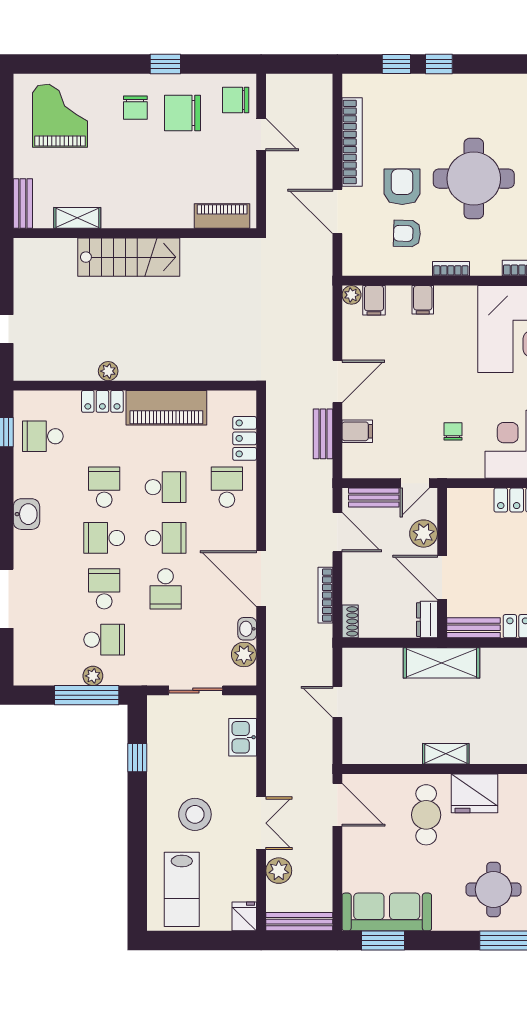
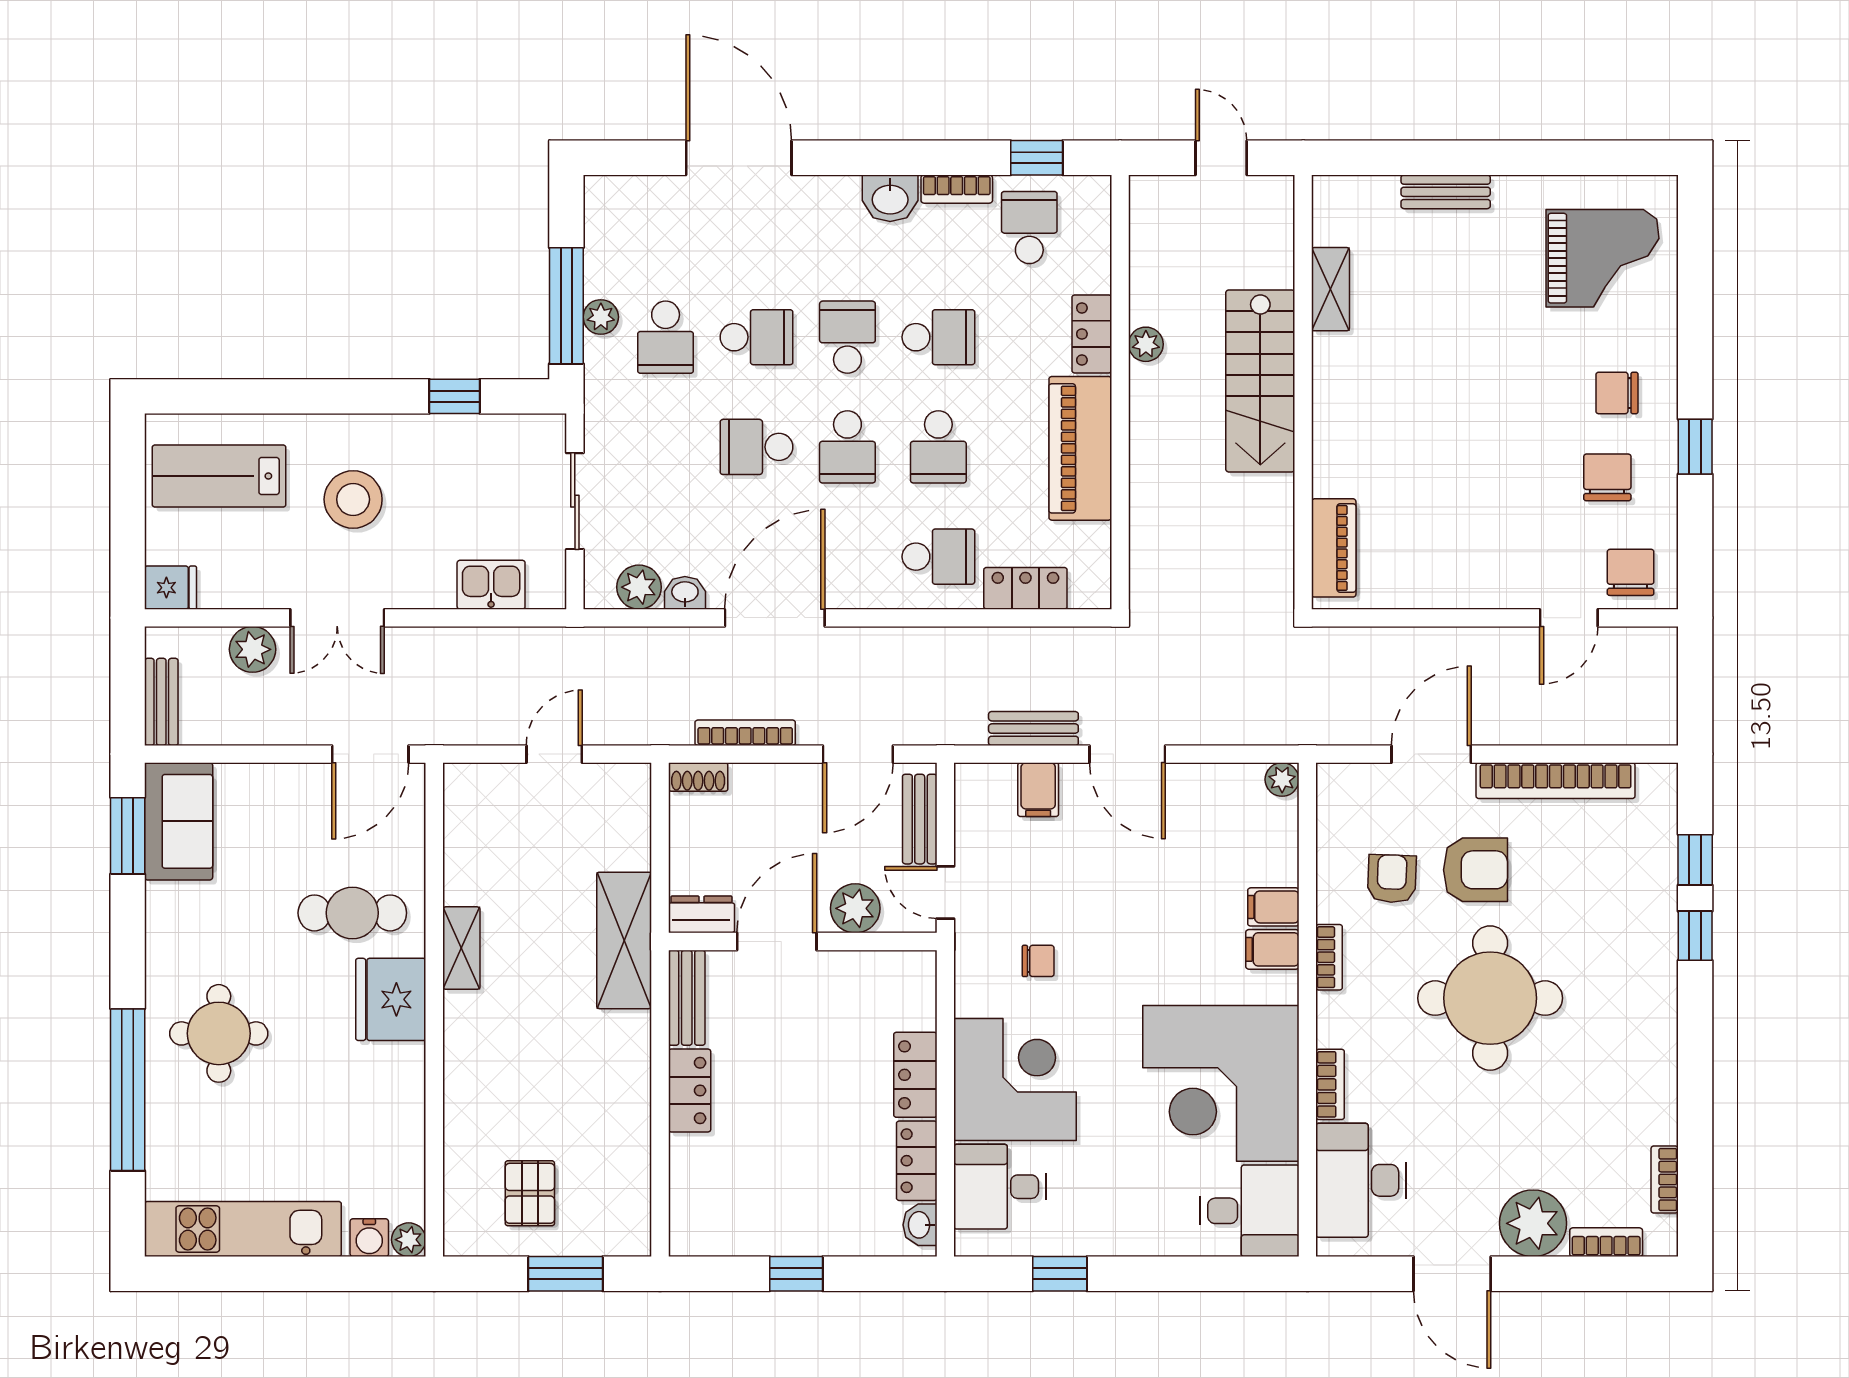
chair: (183, 113) -> (1607, 477), width x0.73, depth x0.73
piano: (222, 216) -> (1334, 548), moved
shelving: (77, 218) -> (1330, 289), moved
wall: (135, 233) -> (1303, 392), moved
stairs: (129, 257) -> (1260, 381), moved
filing cabinet: (374, 300) -> (1272, 949), moved
bookcase: (21, 477) -> (957, 189), added
sofa: (387, 912) -> (179, 821), width x0.73
bench: (299, 922) -> (161, 702), width x0.73

